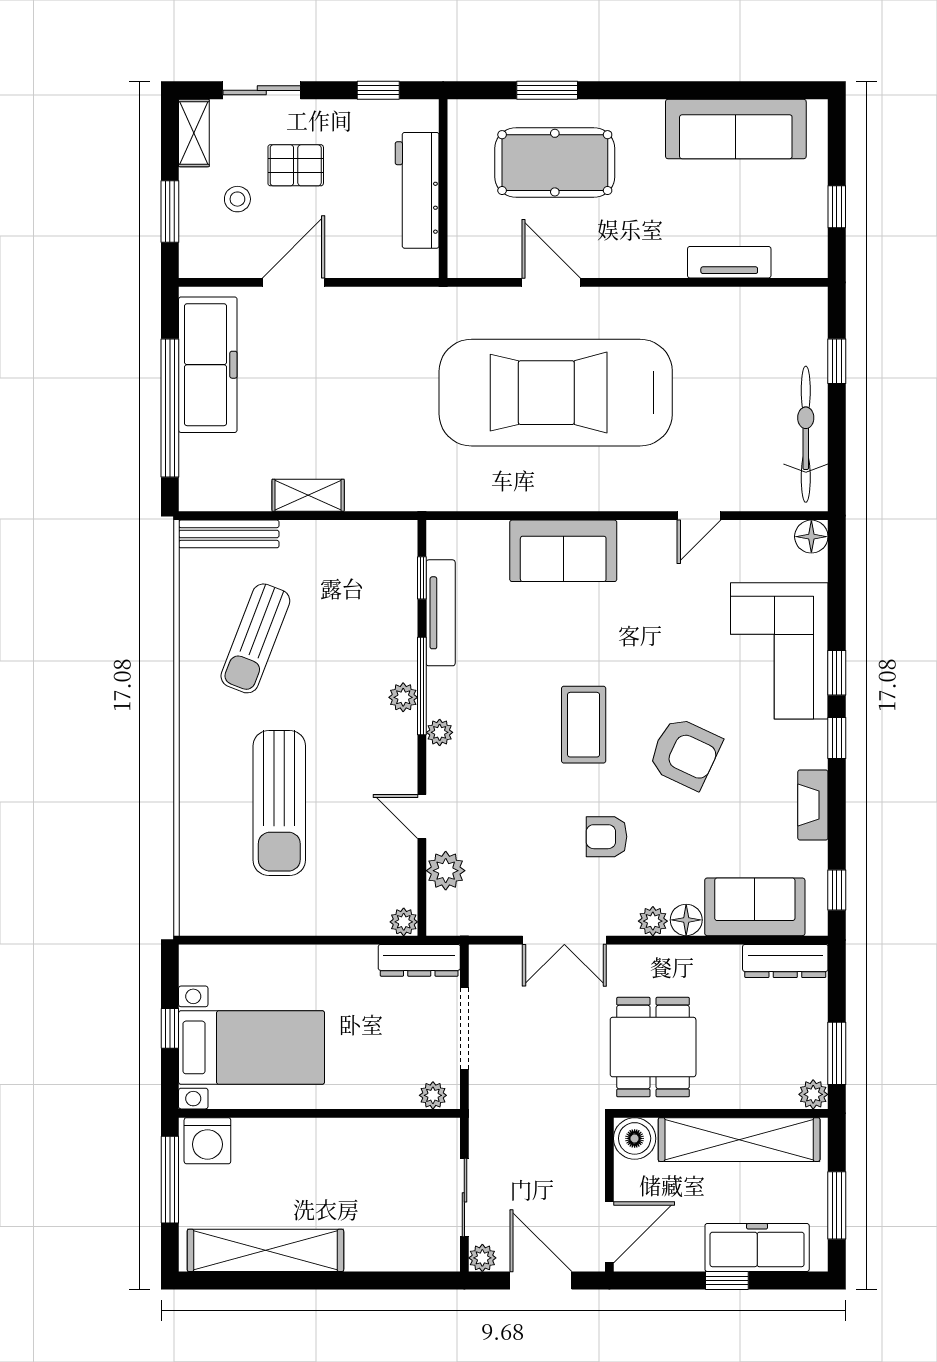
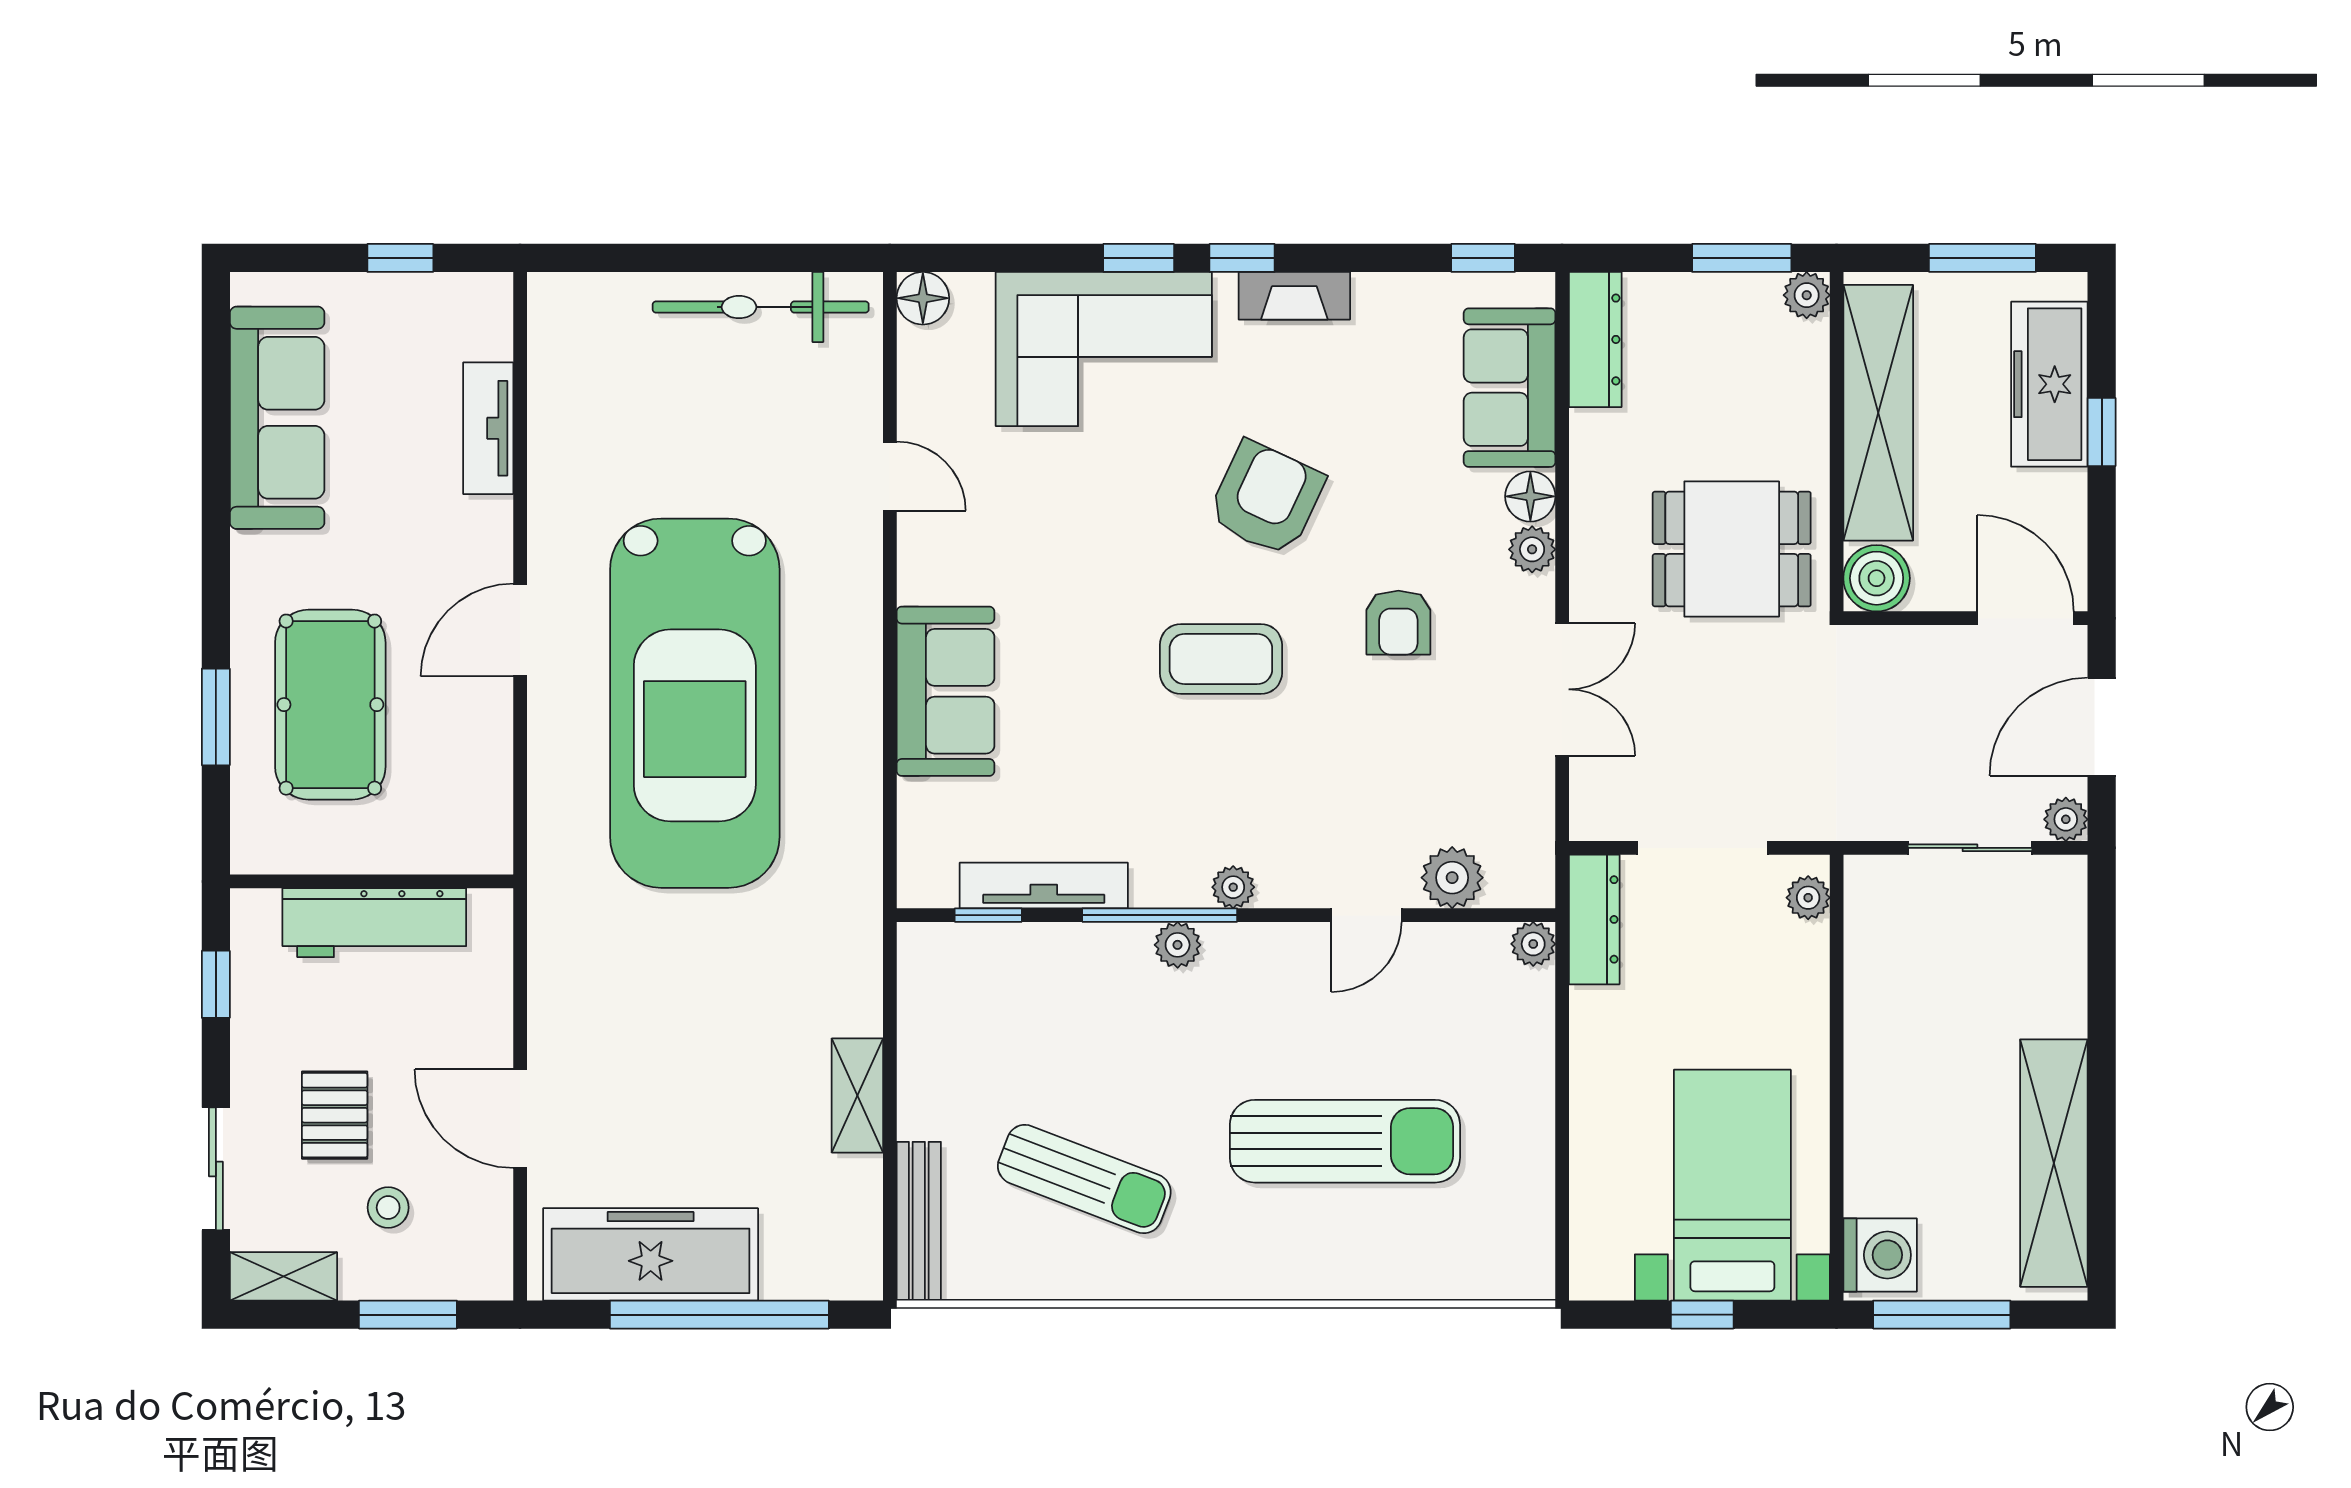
door: (551, 282) -> (520, 630), moved
window: (837, 361) -> (645, 258), removed
fireplace: (813, 805) -> (1294, 296), moved

